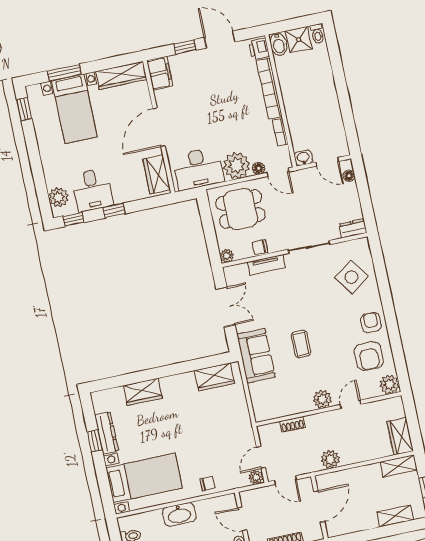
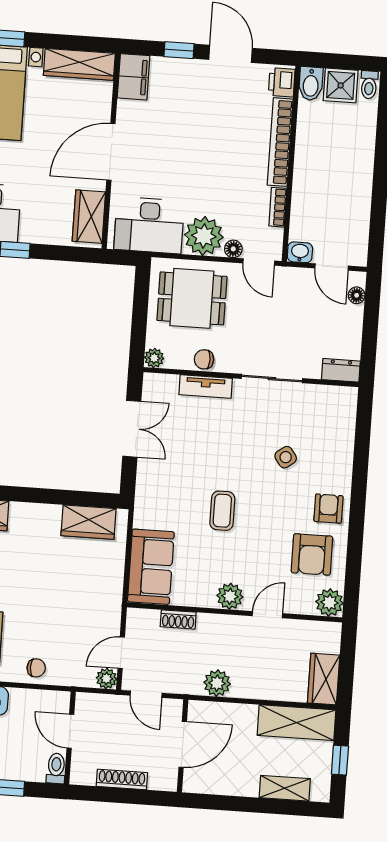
side table: (351, 277) -> (286, 457), moved, width x0.54, depth x0.54
sofa: (256, 356) -> (151, 567), moved
shelving: (399, 466) -> (297, 723), width x1.50, depth x1.33

